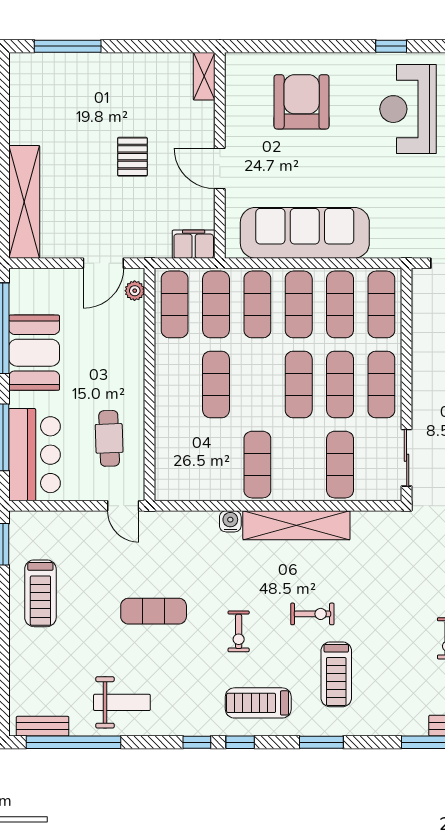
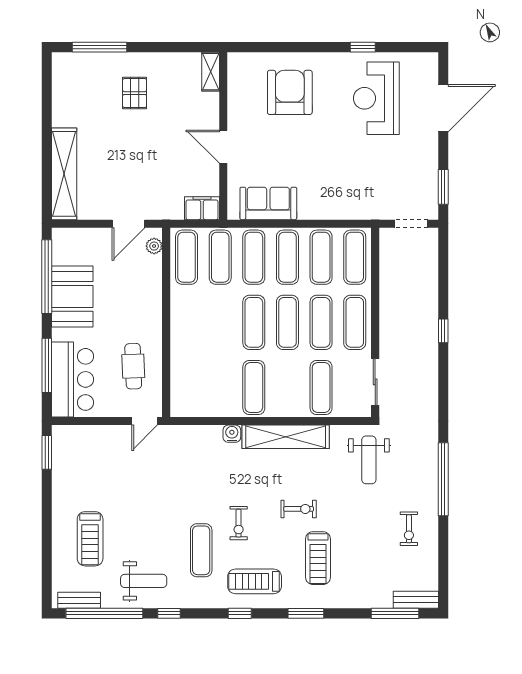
pallet: (132, 157) -> (135, 93), moved
sofa: (305, 233) -> (268, 203), width x0.54, depth x0.79
exercise mat: (216, 385) -> (254, 322), moved
door: (123, 506) -> (145, 421), hinge flipped
weight bench: (399, 554) -> (369, 460), added
treadmill: (40, 593) -> (90, 539), moved
exercise mat: (154, 611) -> (201, 550), moved, turned 90
window: (197, 742) -> (169, 613), moved

